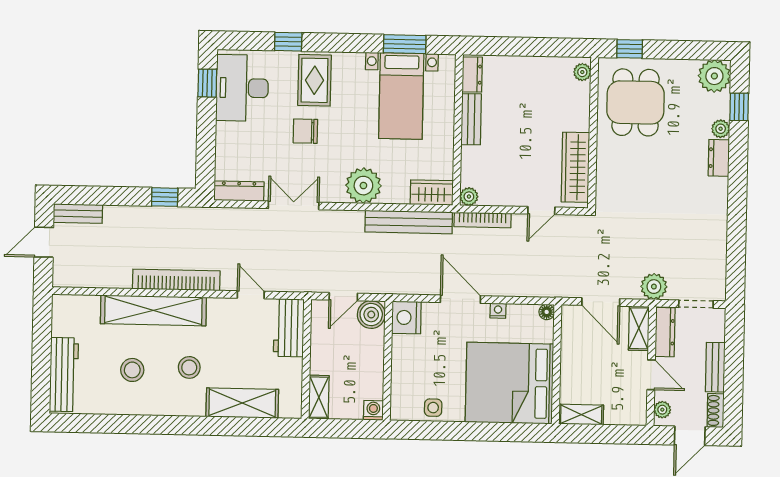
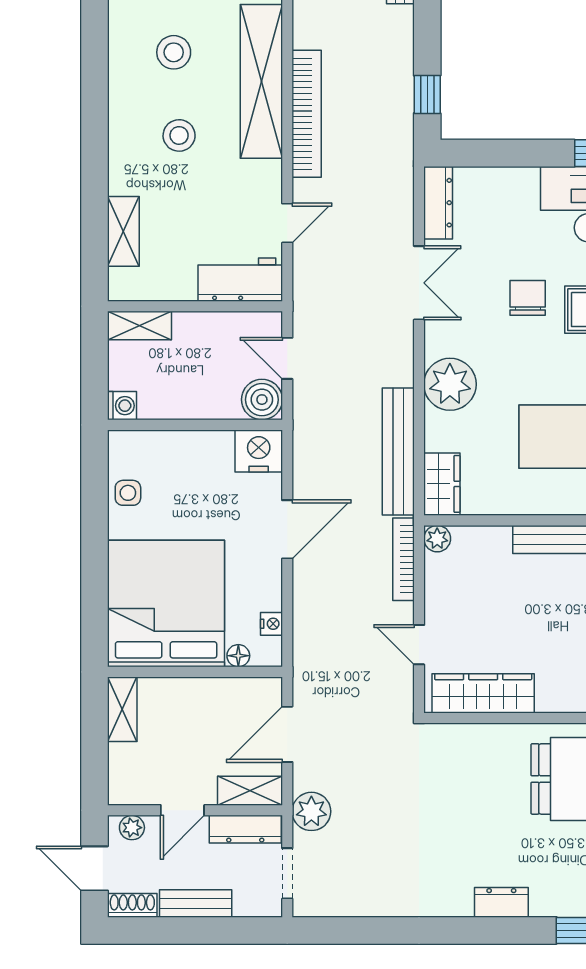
plant: (721, 129) -> (544, 904), removed
nightstand: (498, 311) -> (271, 624), moved
floor lamp: (547, 312) -> (238, 656), moved
shelving: (242, 403) -> (123, 231), width x0.67, depth x0.75

